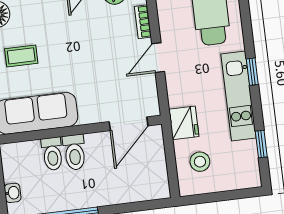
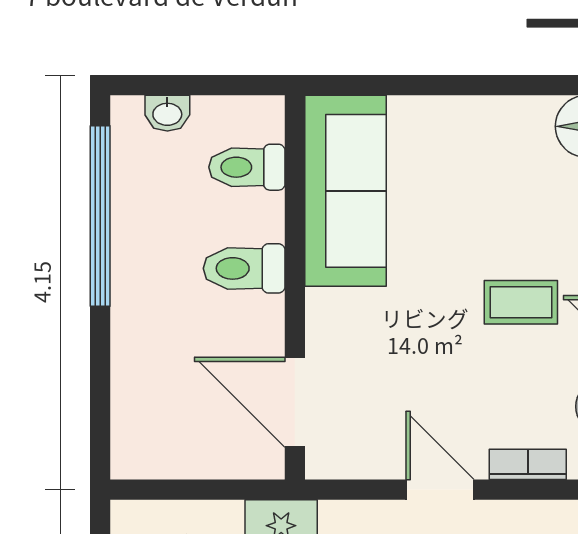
coffee table: (21, 56) -> (521, 302), moved, turned 90
toilet: (52, 154) -> (247, 167), moved

